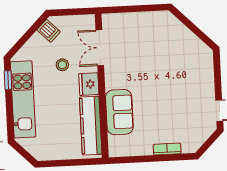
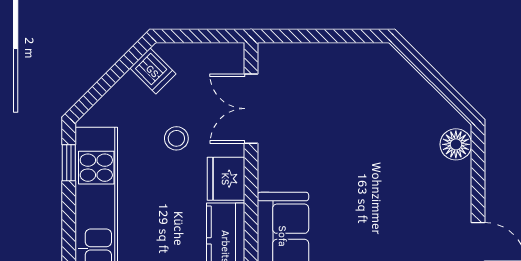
floor lamp: (205, 61) -> (456, 144), added

